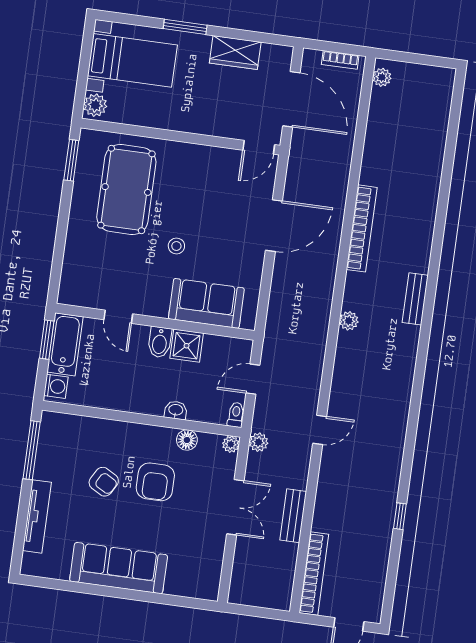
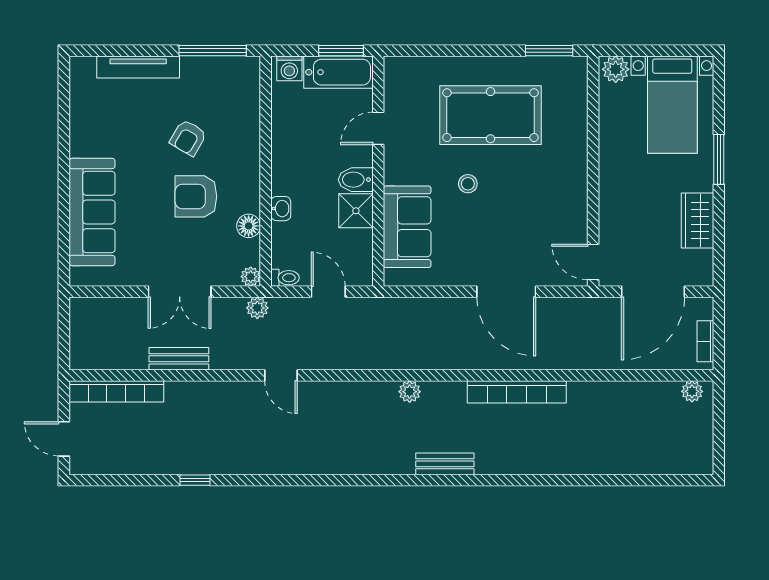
pool table: (126, 190) -> (491, 115), moved
sofa: (119, 568) -> (92, 212), moved

